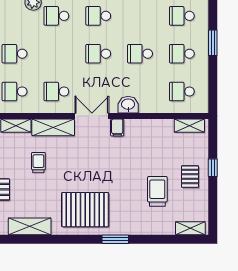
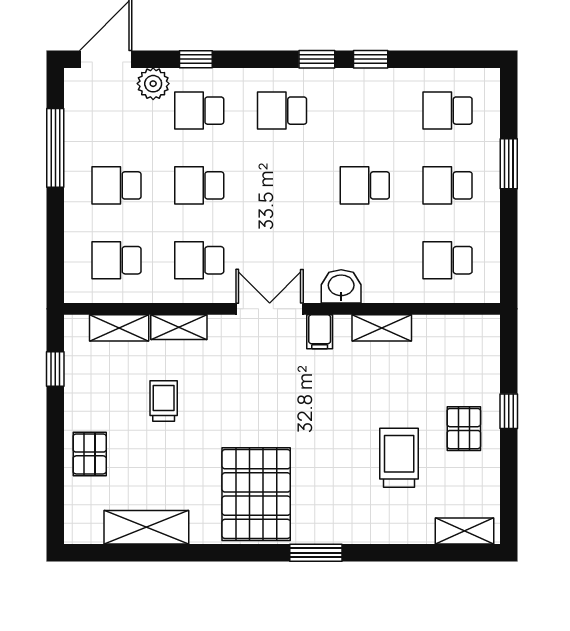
school desk: (98, 54) -> (199, 185), moved
shelving: (189, 126) -> (382, 328), moved
shelving: (53, 127) -> (179, 327), width x0.67, depth x0.75
pallet: (85, 210) -> (256, 494), turned 90

